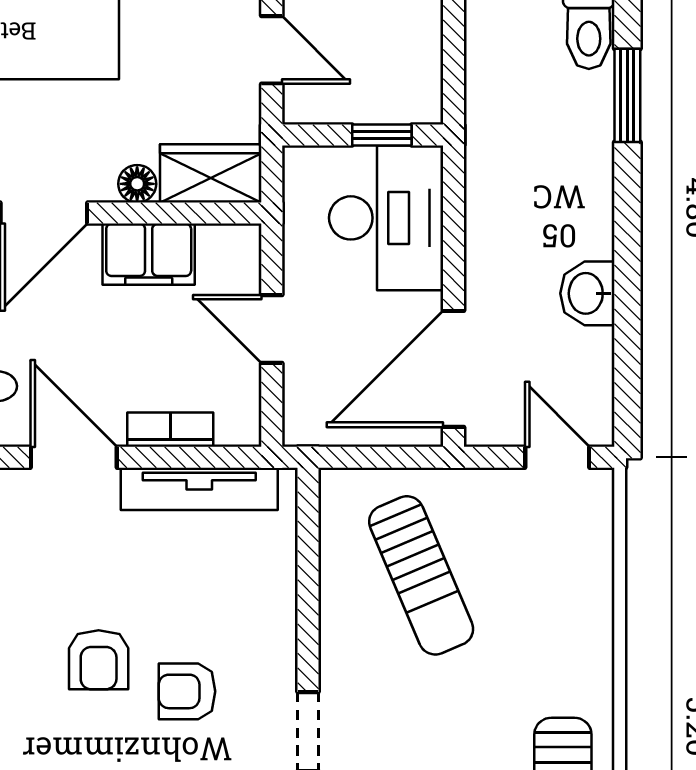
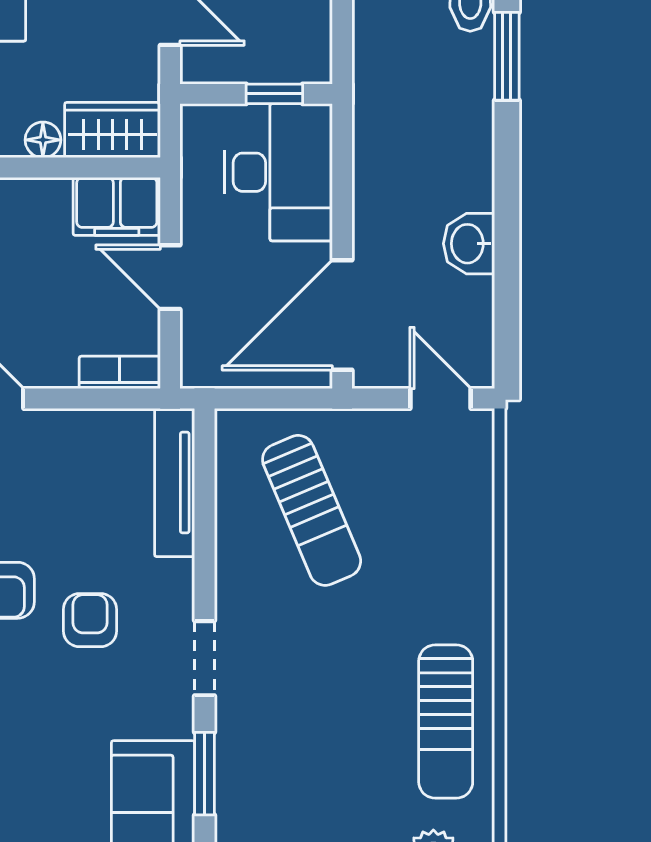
filing cabinet: (149, 254) -> (117, 206), moved
bookcase: (170, 430) -> (120, 372), moved
tv unit: (199, 489) -> (175, 482), moved, turned 90
armchair: (187, 691) -> (90, 620), turned 90

